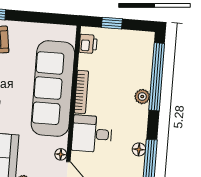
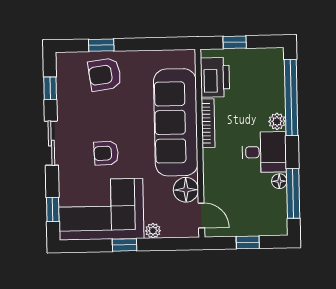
printer: (88, 44) -> (215, 77), width x1.87, depth x1.48
desk: (92, 134) -> (264, 152), moved, turned 180
floor lamp: (61, 154) -> (186, 190), width x1.89, depth x1.89

